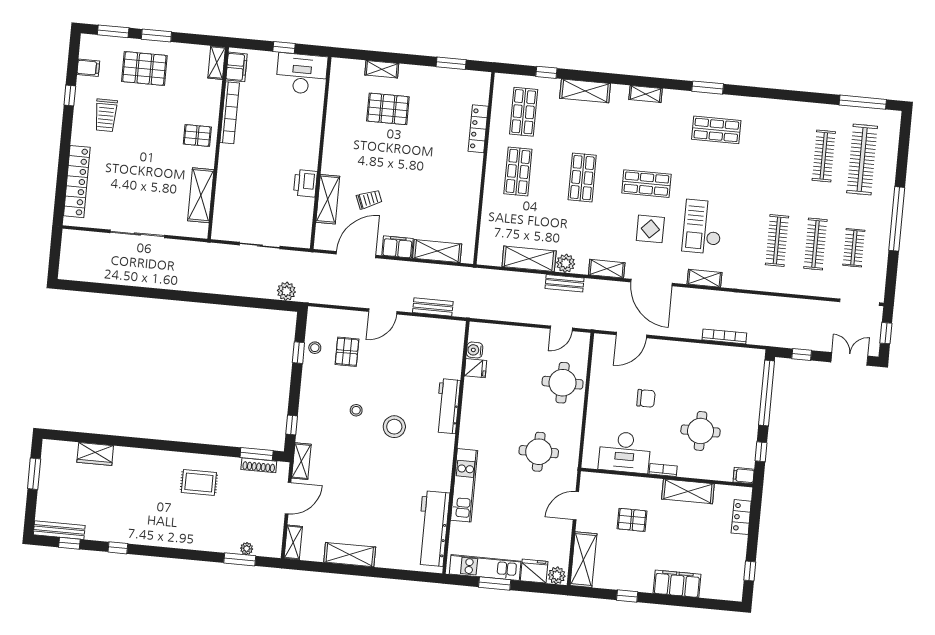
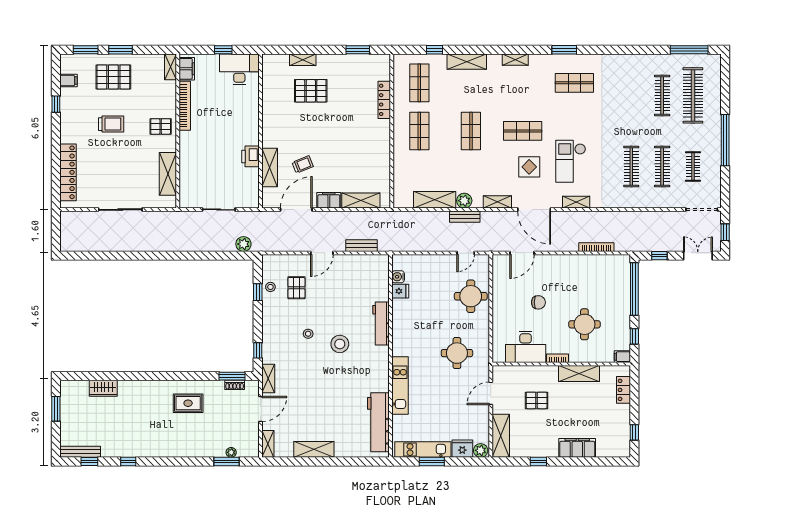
trolley: (106, 115) -> (111, 124), moved, turned -90
shoe rack: (259, 465) -> (235, 385), width x0.70

